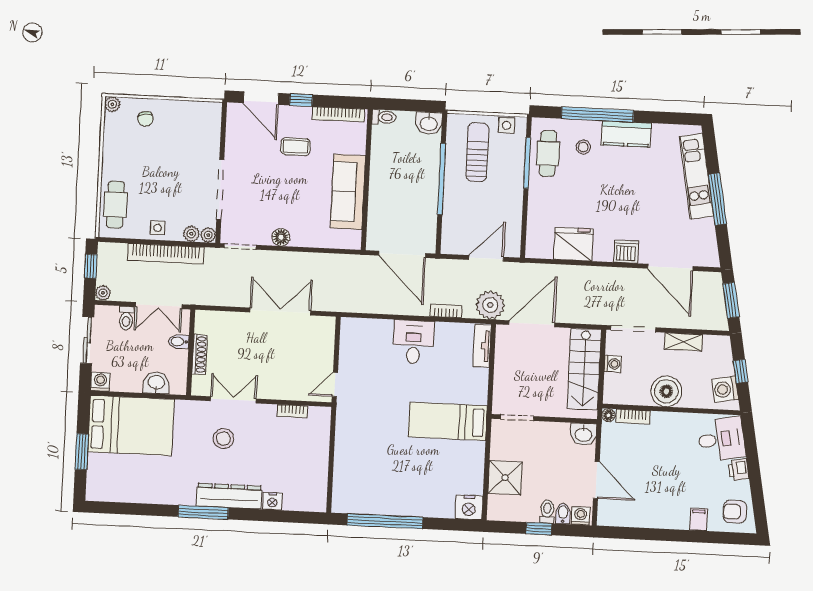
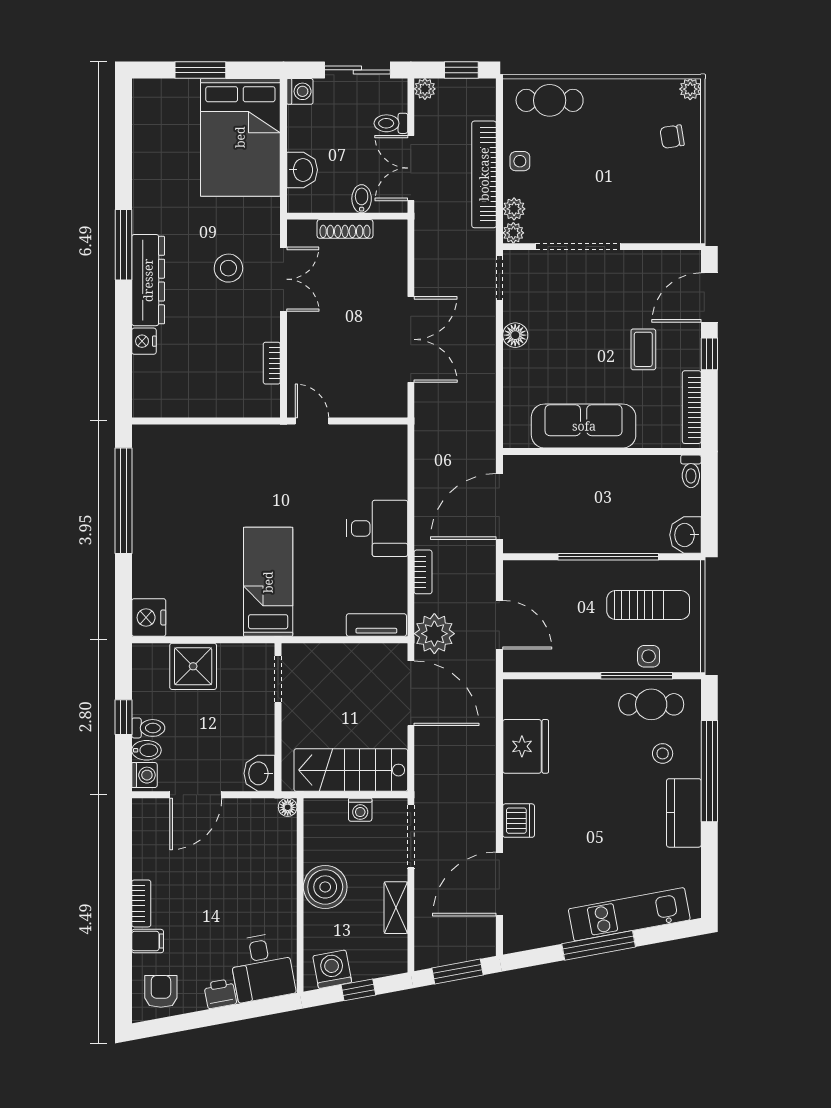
side table: (507, 125) -> (649, 656), moved
bookcase: (633, 417) -> (141, 903), moved, turned 180

